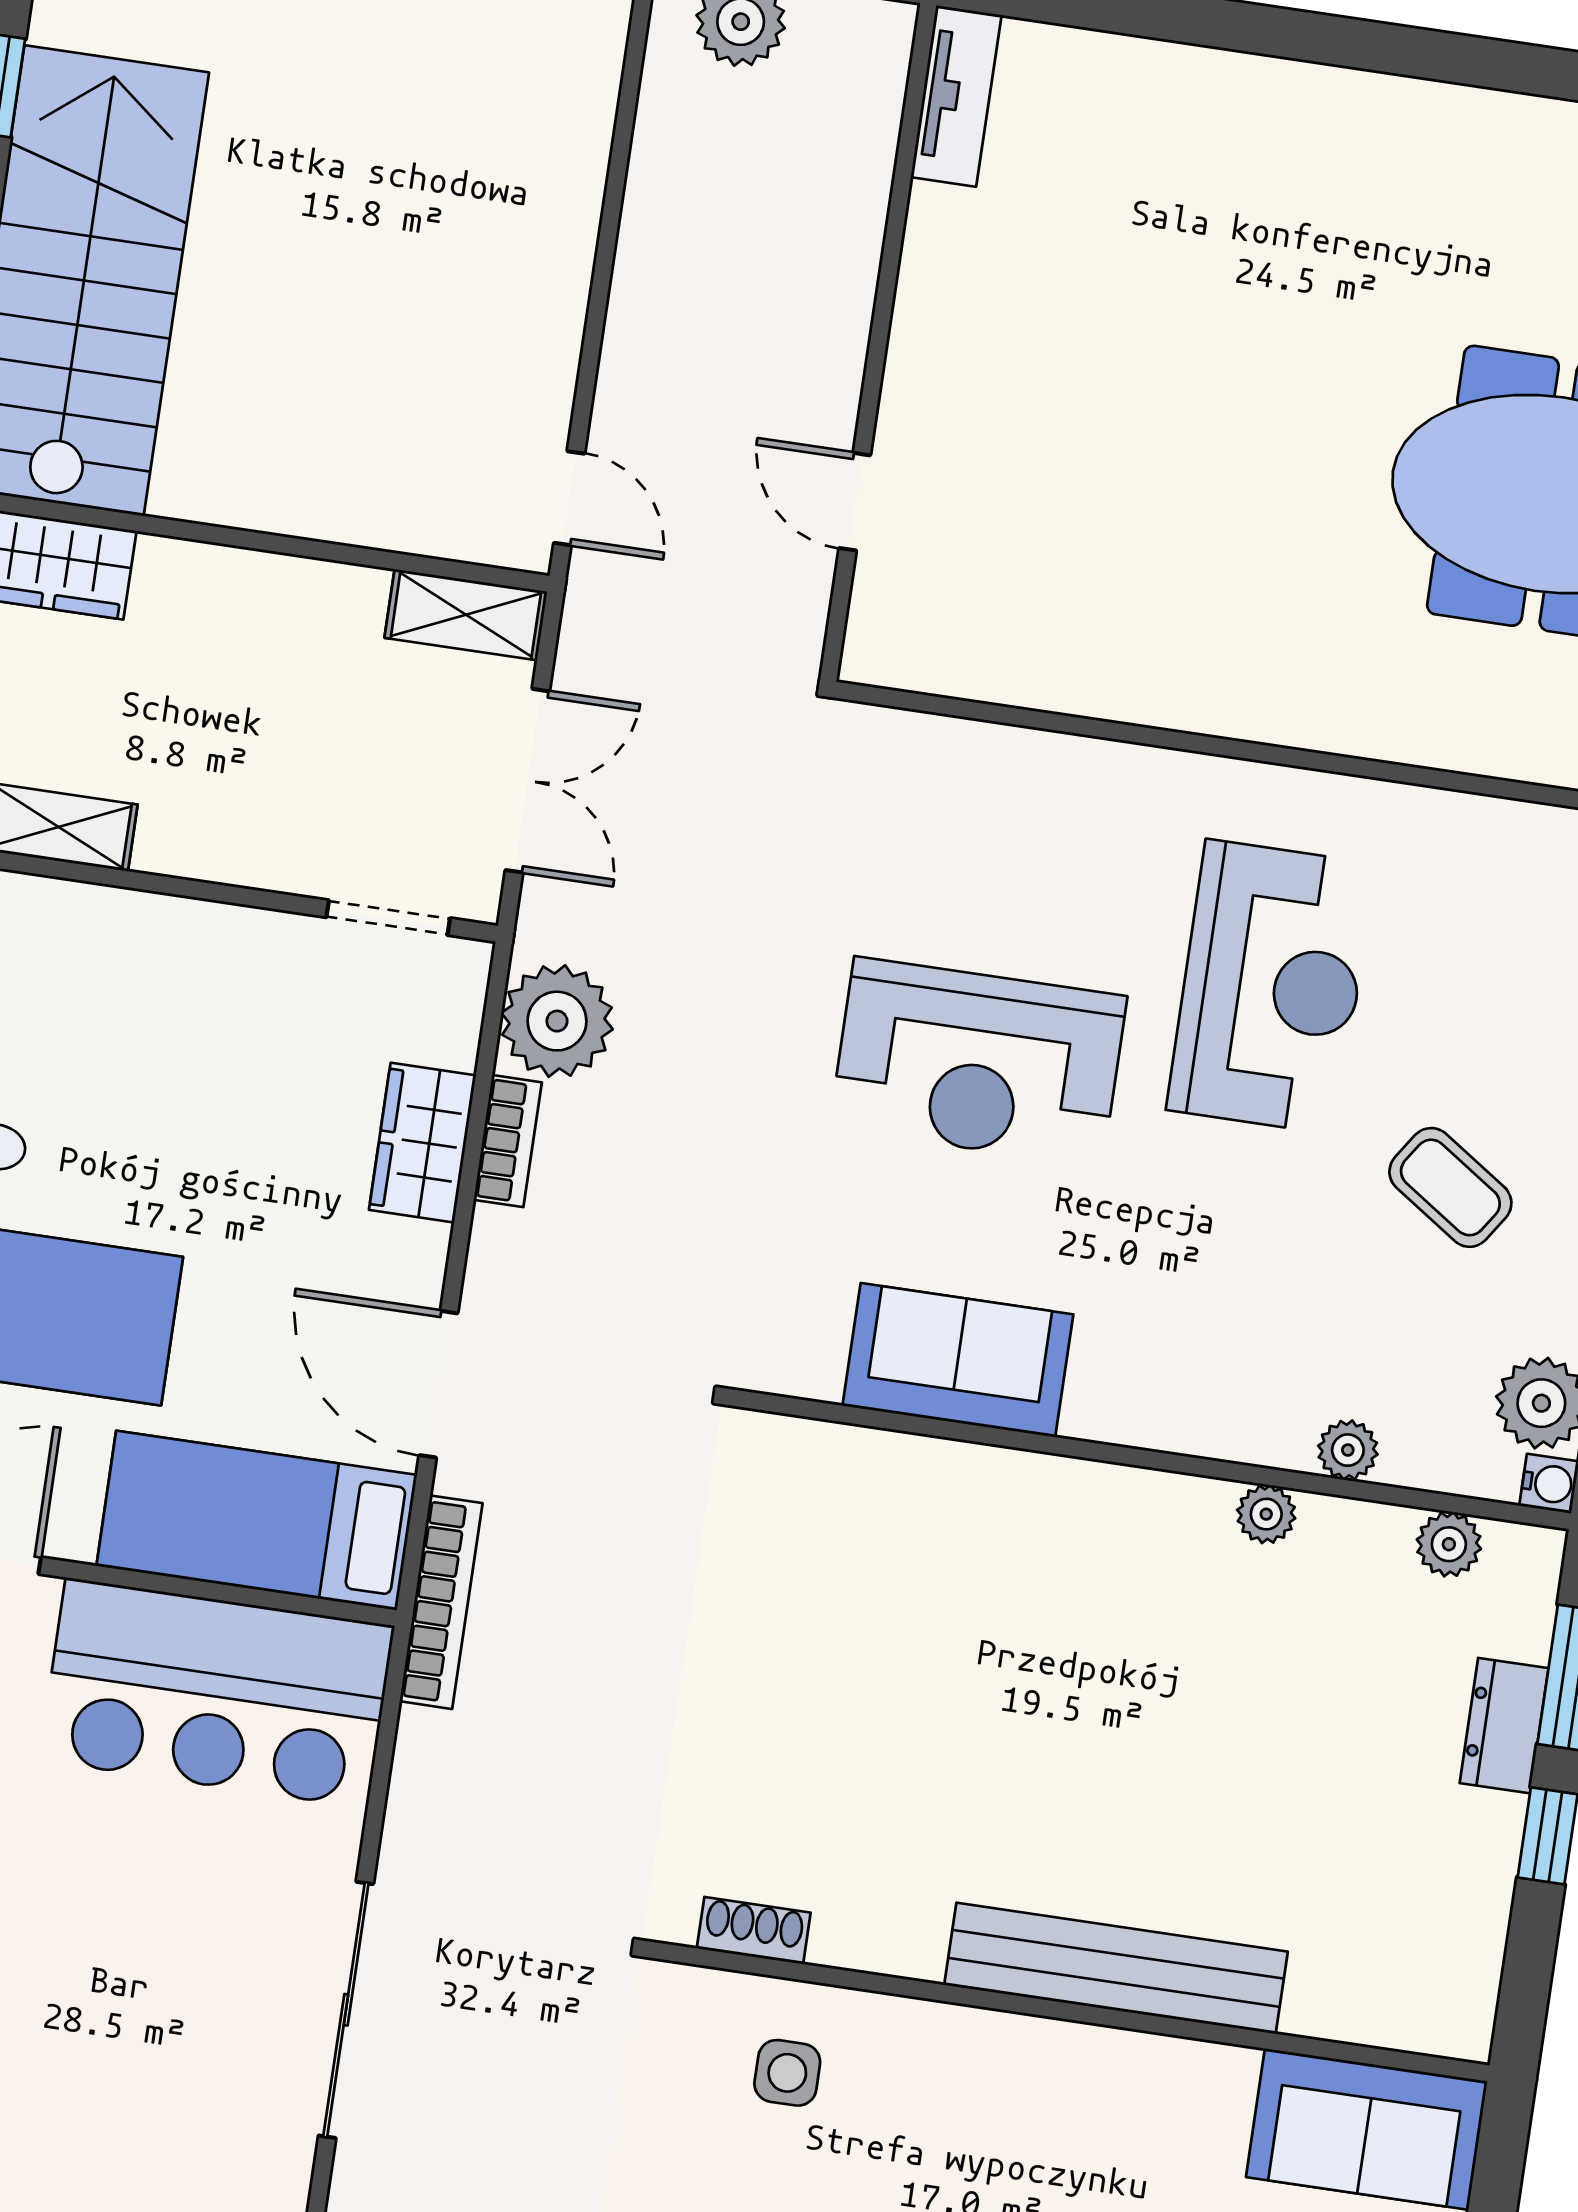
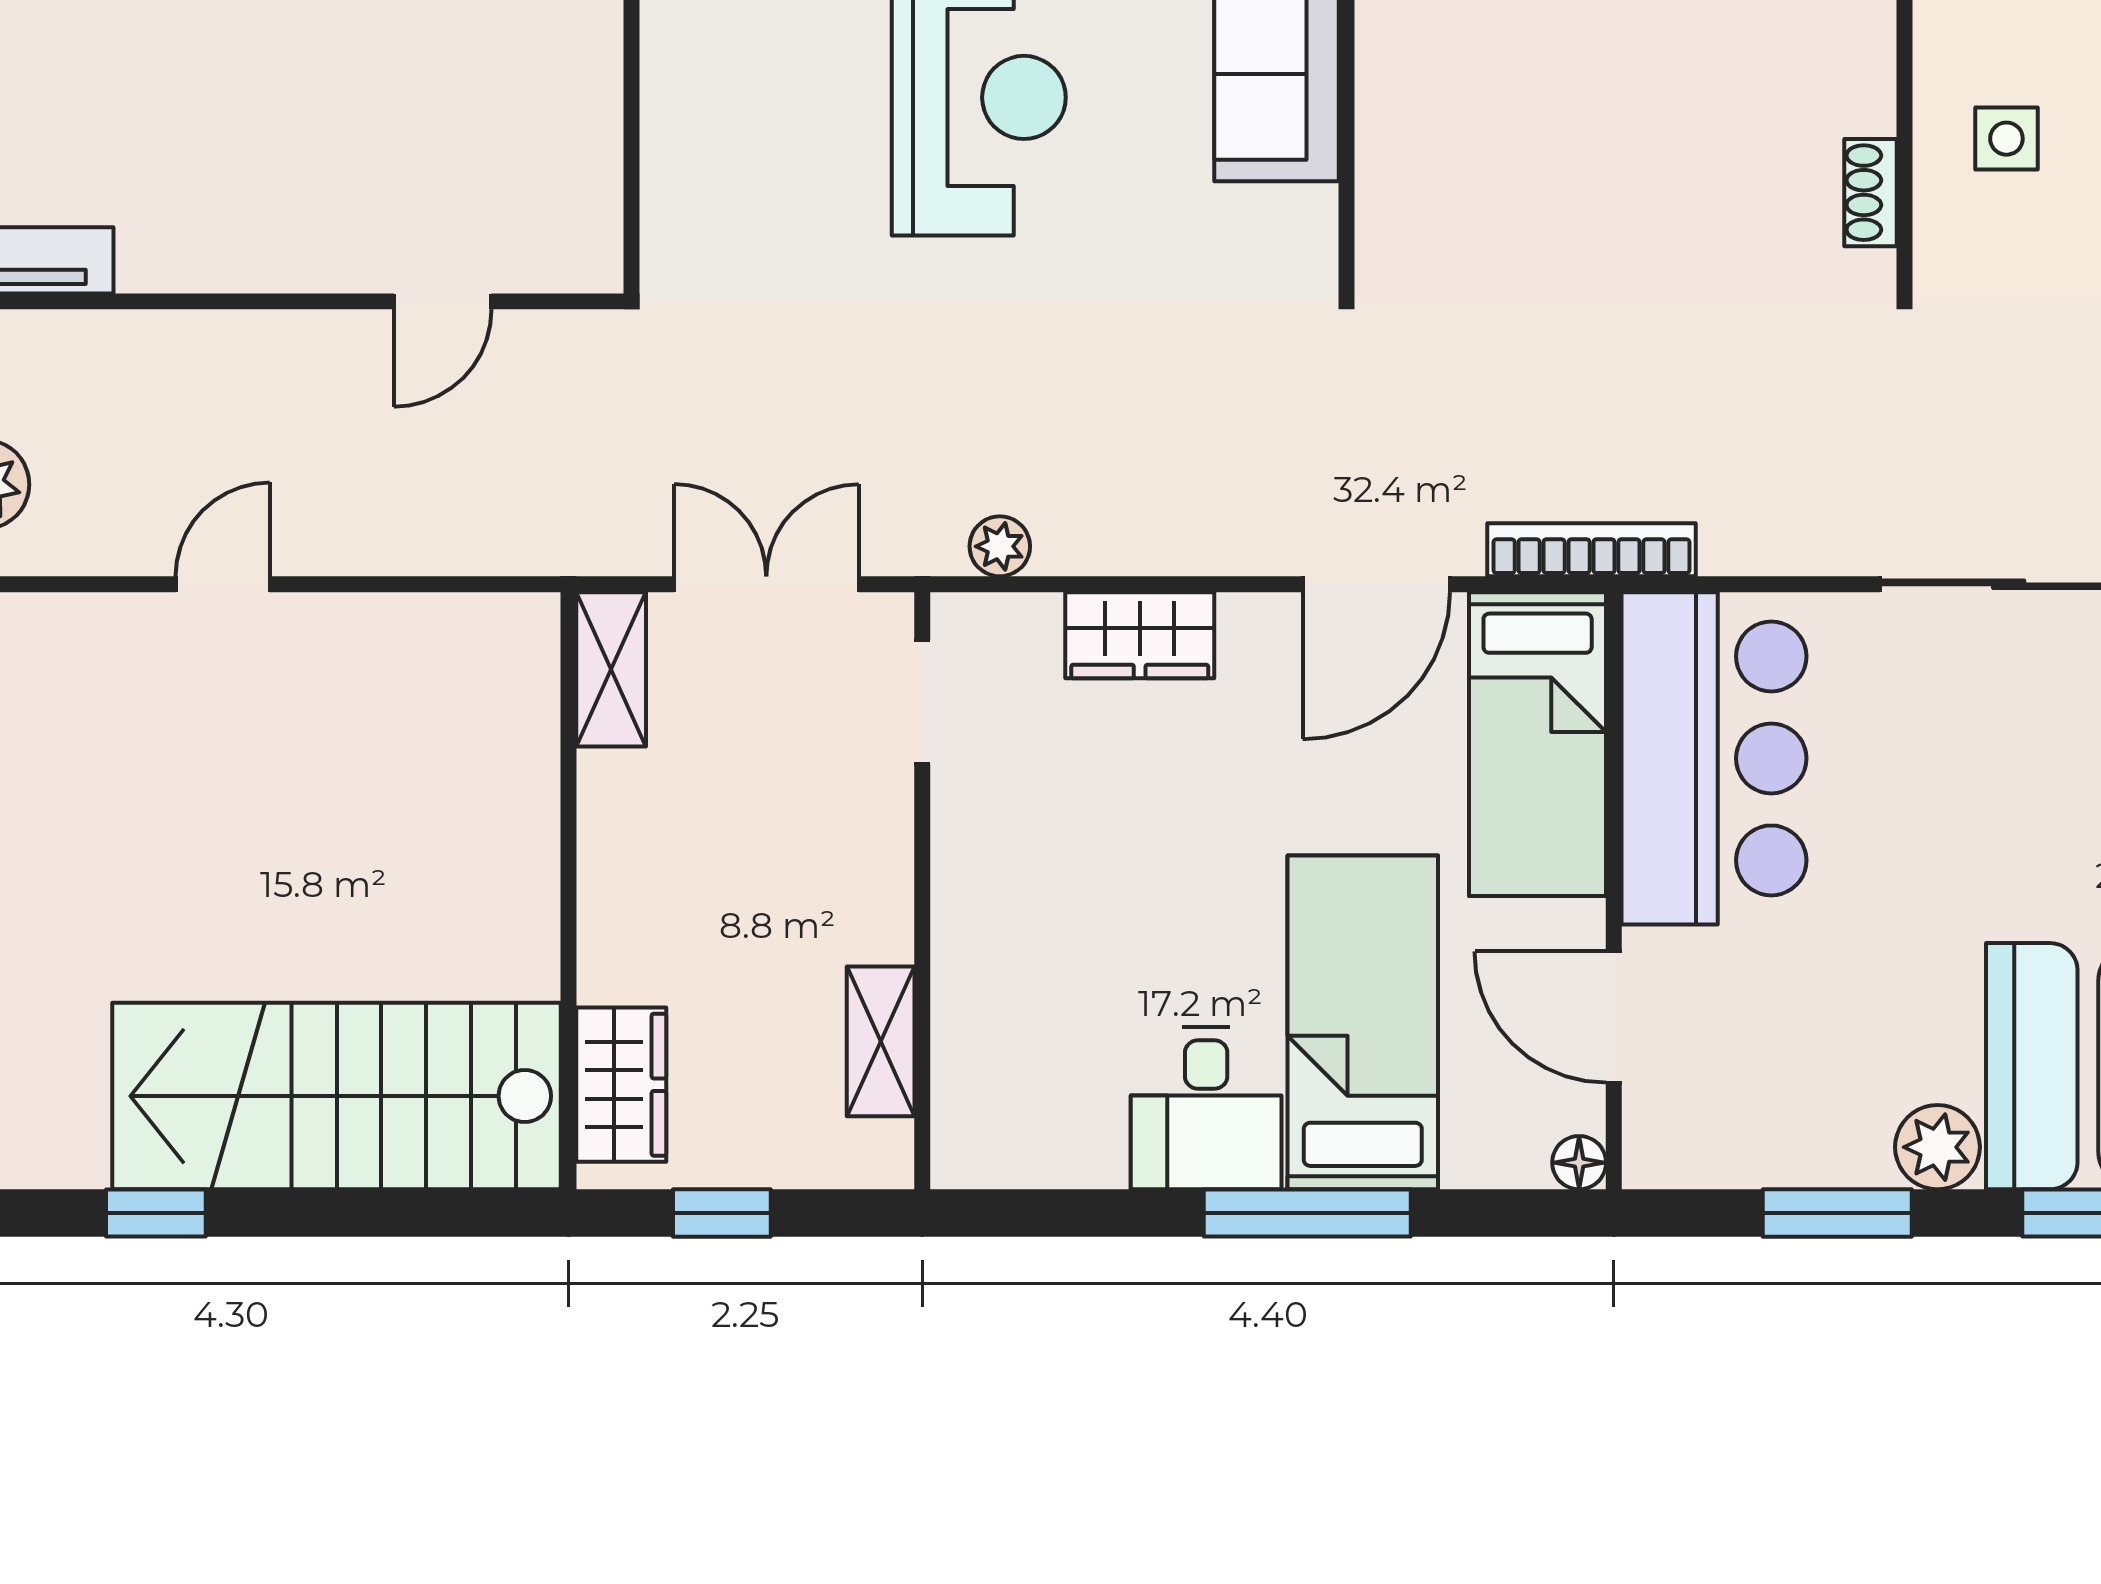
door: (569, 498) -> (223, 584), moved
plant: (557, 1021) -> (1000, 546), width x0.53, depth x0.53
bookcase: (508, 1141) -> (1126, 551), removed

